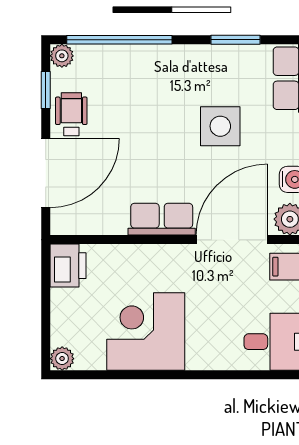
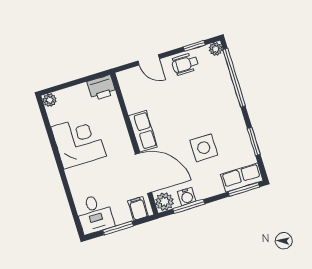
wheelchair: (71, 114) -> (185, 64), turned 180
door: (46, 173) -> (149, 60), width x0.53

